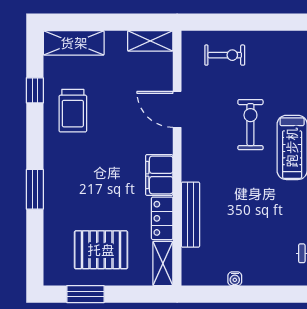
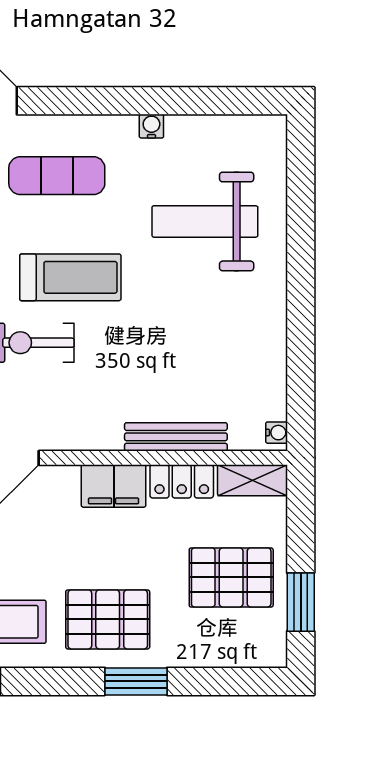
pallet: (74, 171) -> (108, 619), added
pallet: (101, 250) -> (231, 577), turned 90
water cooler: (235, 279) -> (277, 433), moved

